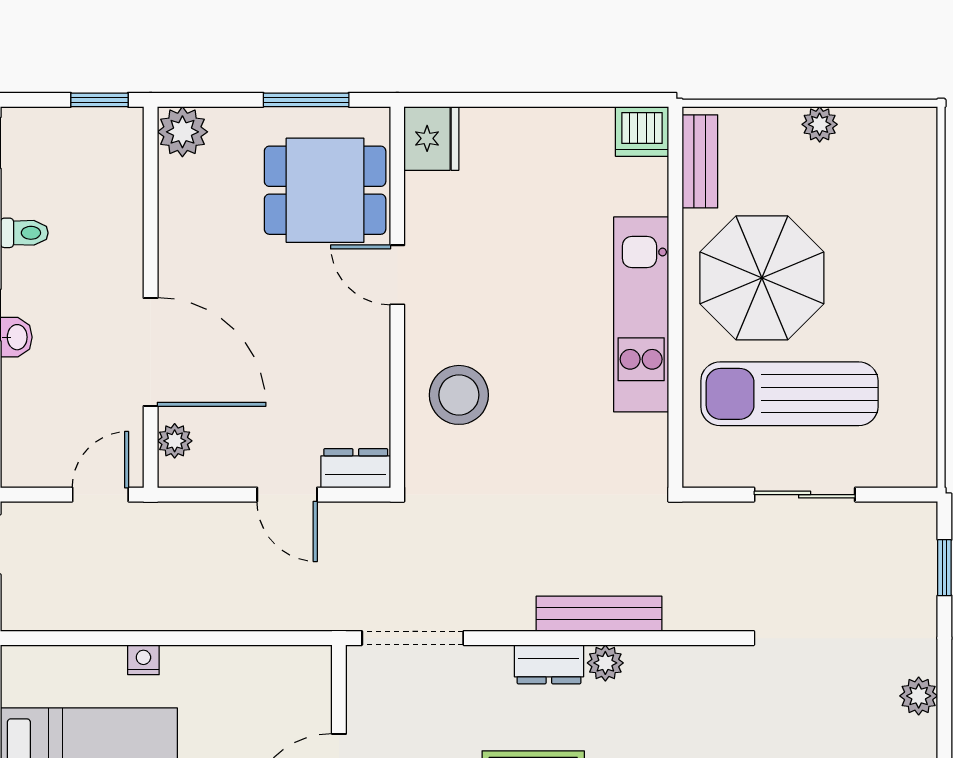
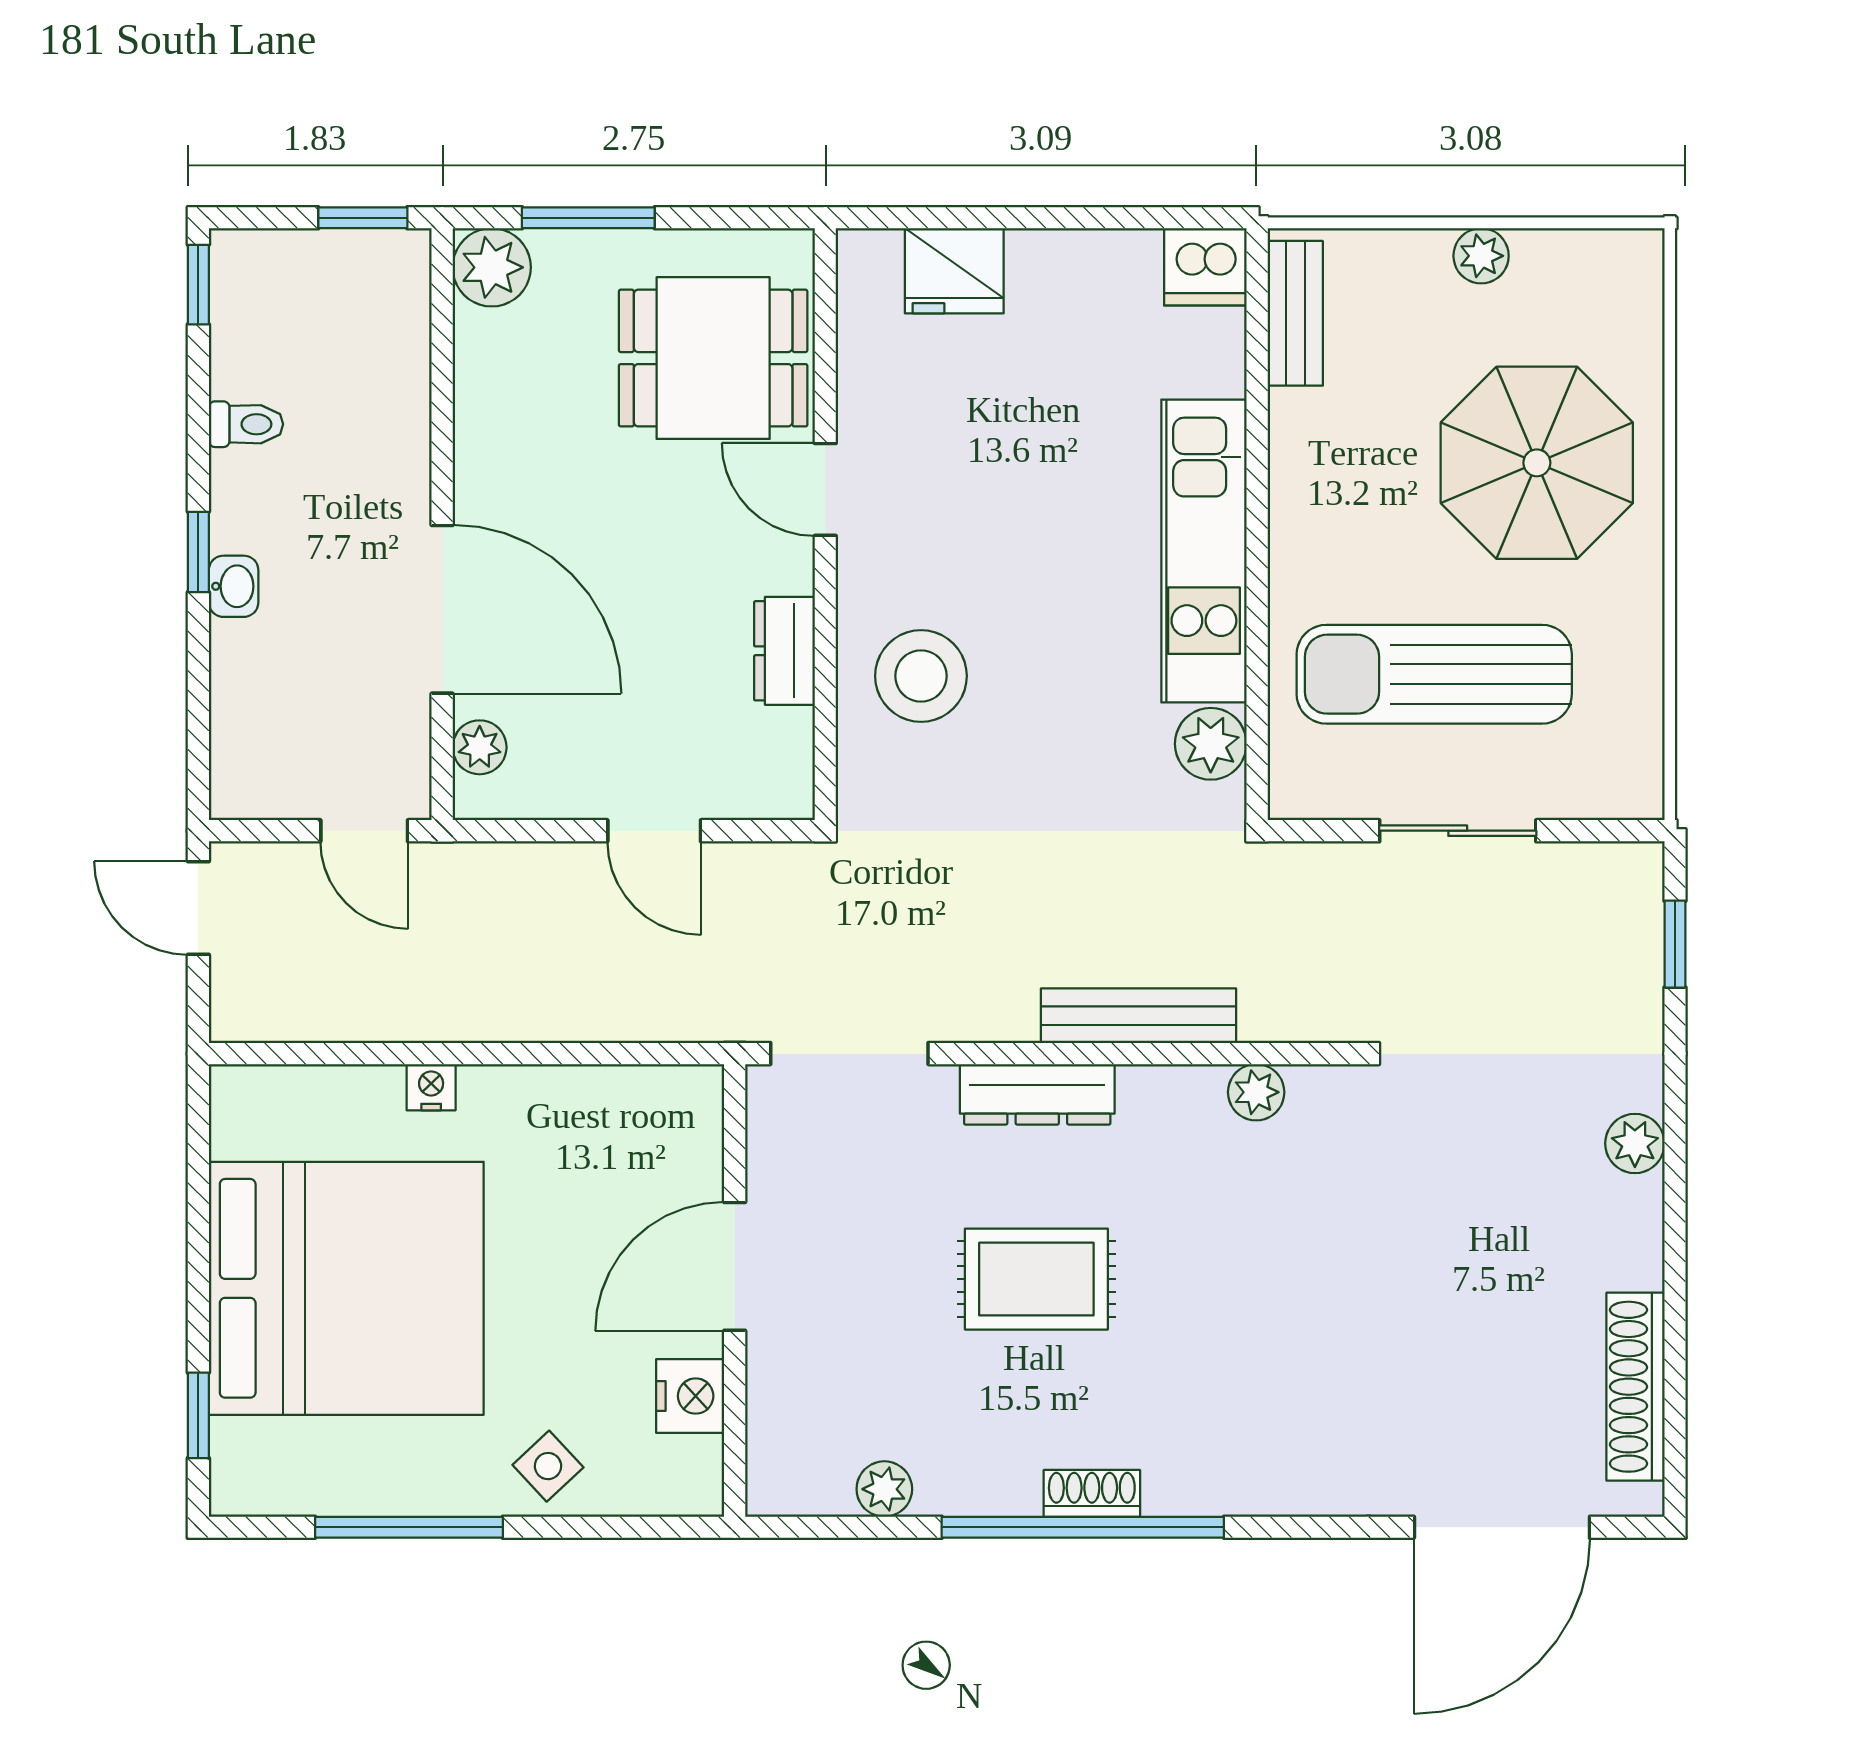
window: (306, 100) -> (588, 218), moved
fridge: (431, 138) -> (954, 271), moved, turned 90
parasol: (762, 278) -> (1537, 463), moved
plant: (645, 439) -> (1211, 744), added
dresser: (356, 468) -> (784, 651), moved, turned -90
door: (100, 495) -> (364, 831), swing flipped
plant: (605, 663) -> (1256, 1092), moved
dresser: (549, 664) -> (1037, 1094), width x1.44

